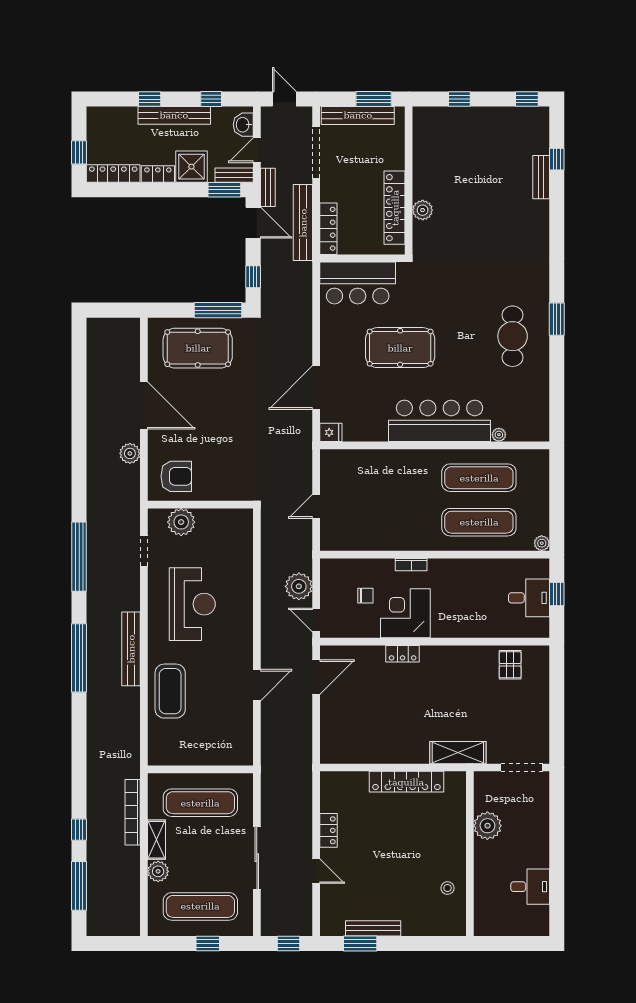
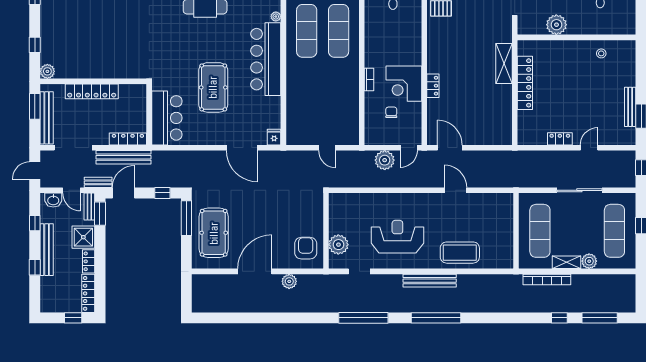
locker: (395, 208) -> (92, 91), moved
plant: (423, 210) -> (47, 71), moved
shelving: (458, 753) -> (504, 63), moved

